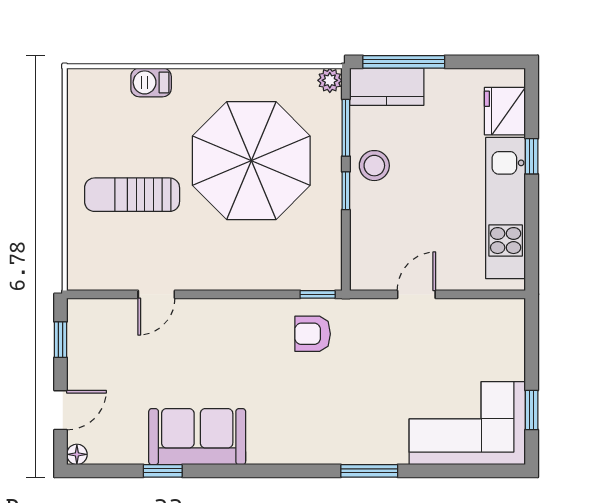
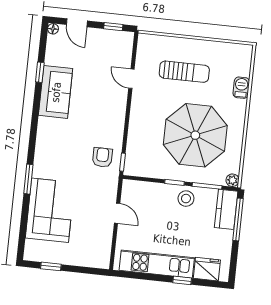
sun lounger: (132, 195) -> (184, 72), turned 90
corner sofa: (467, 423) -> (50, 210), moved

